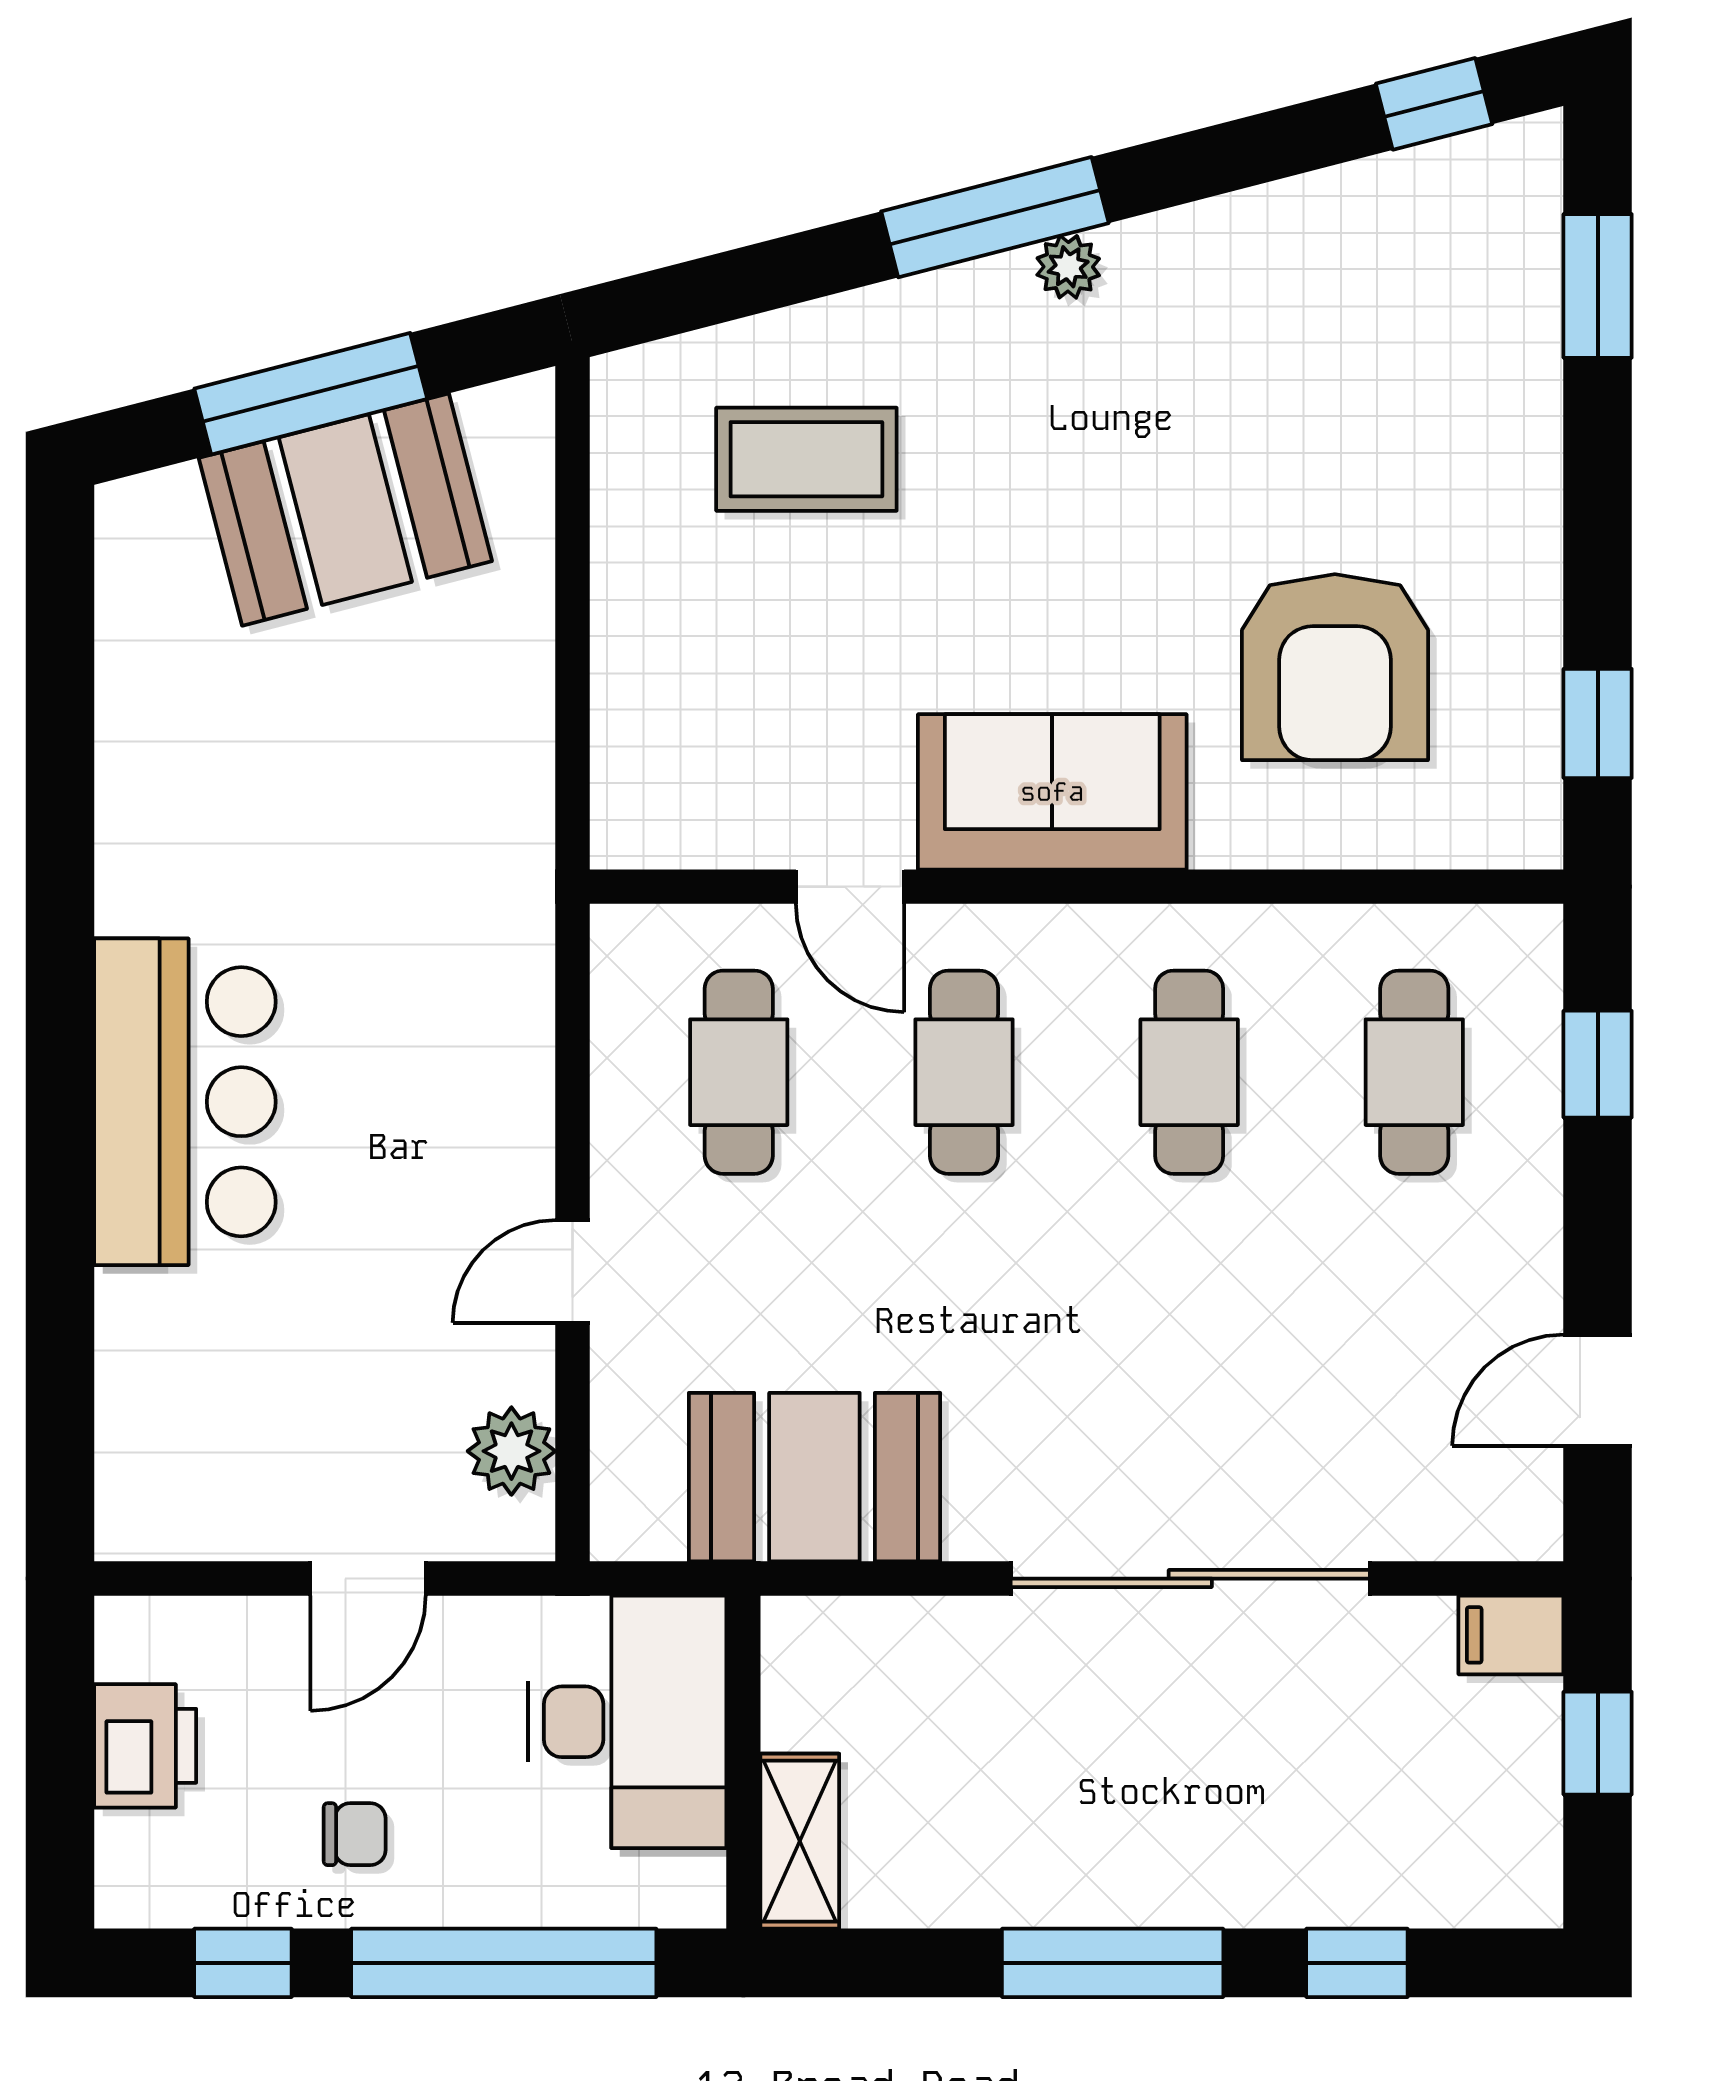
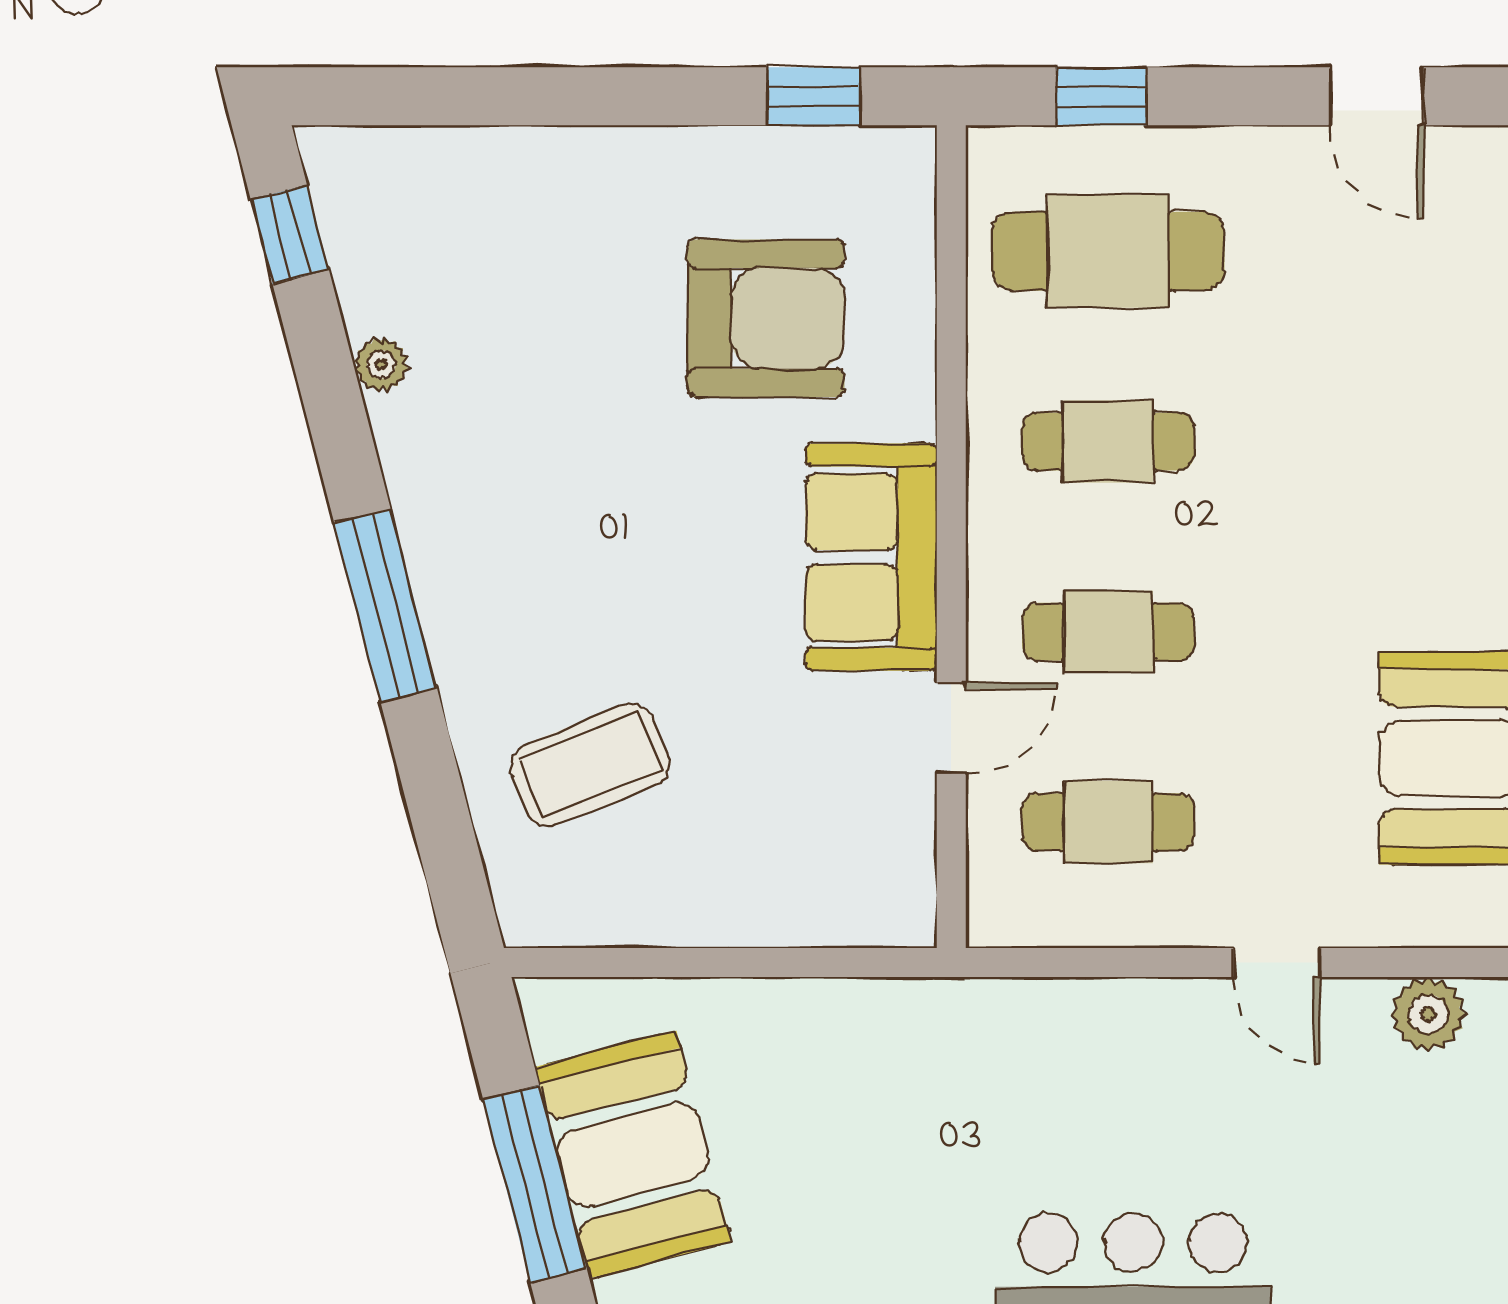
plant: (1068, 267) -> (381, 365), moved
window: (1598, 286) -> (444, 96), removed
coffee table: (806, 459) -> (590, 765), turned 68
cafe table: (1414, 1072) -> (1108, 251), width x1.37, depth x1.35

